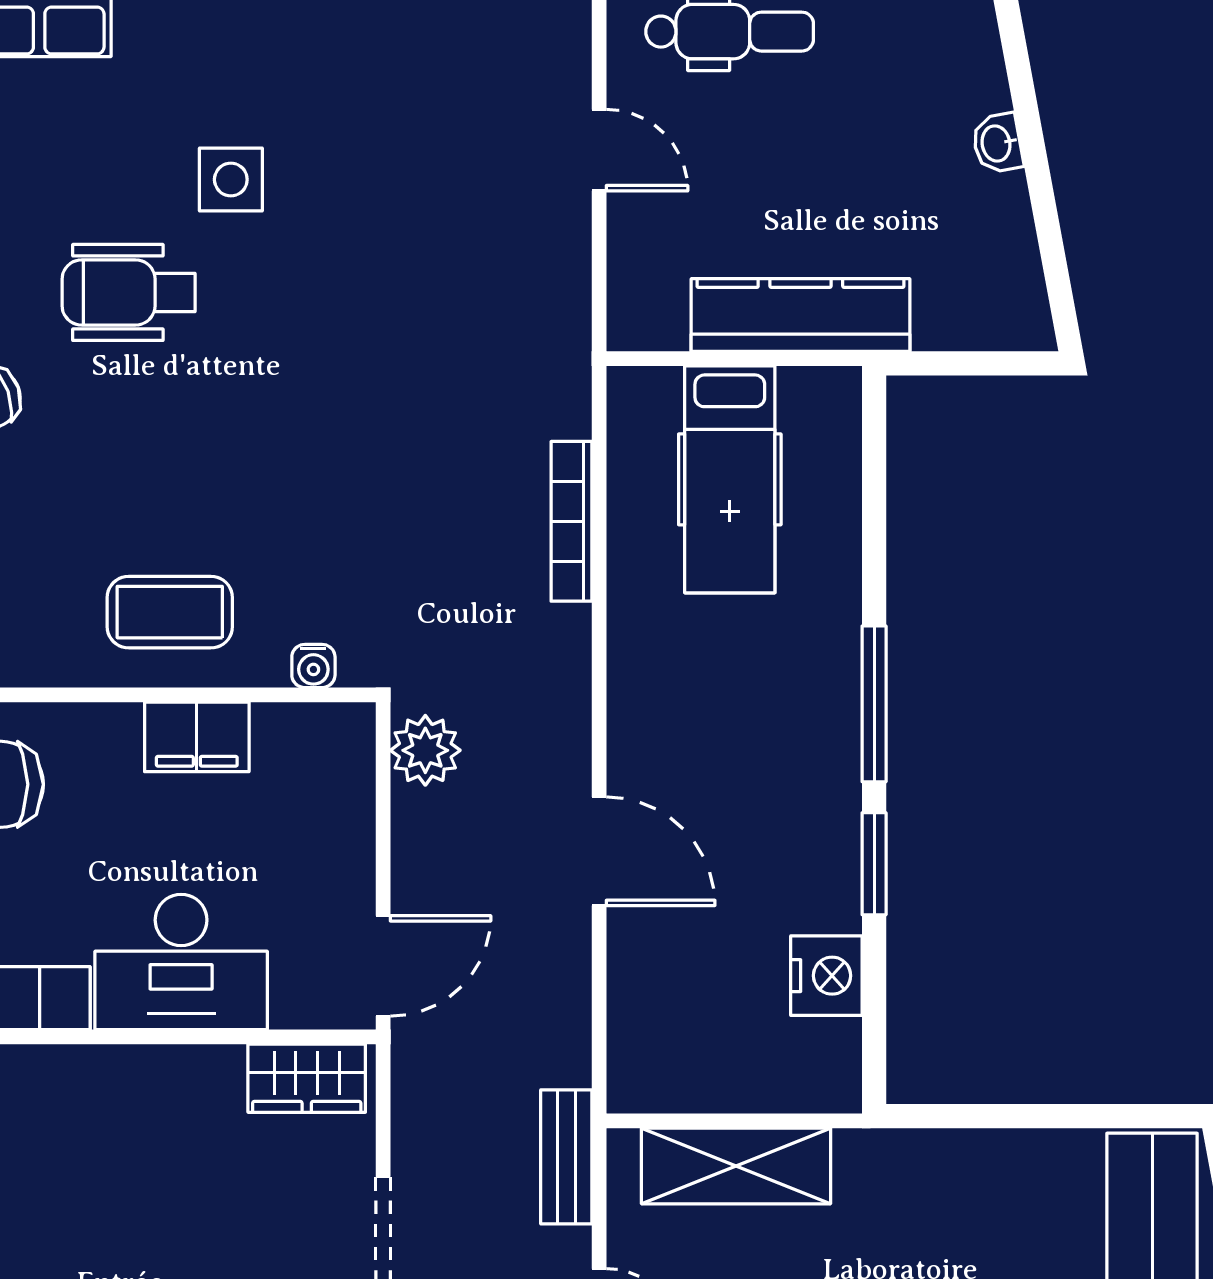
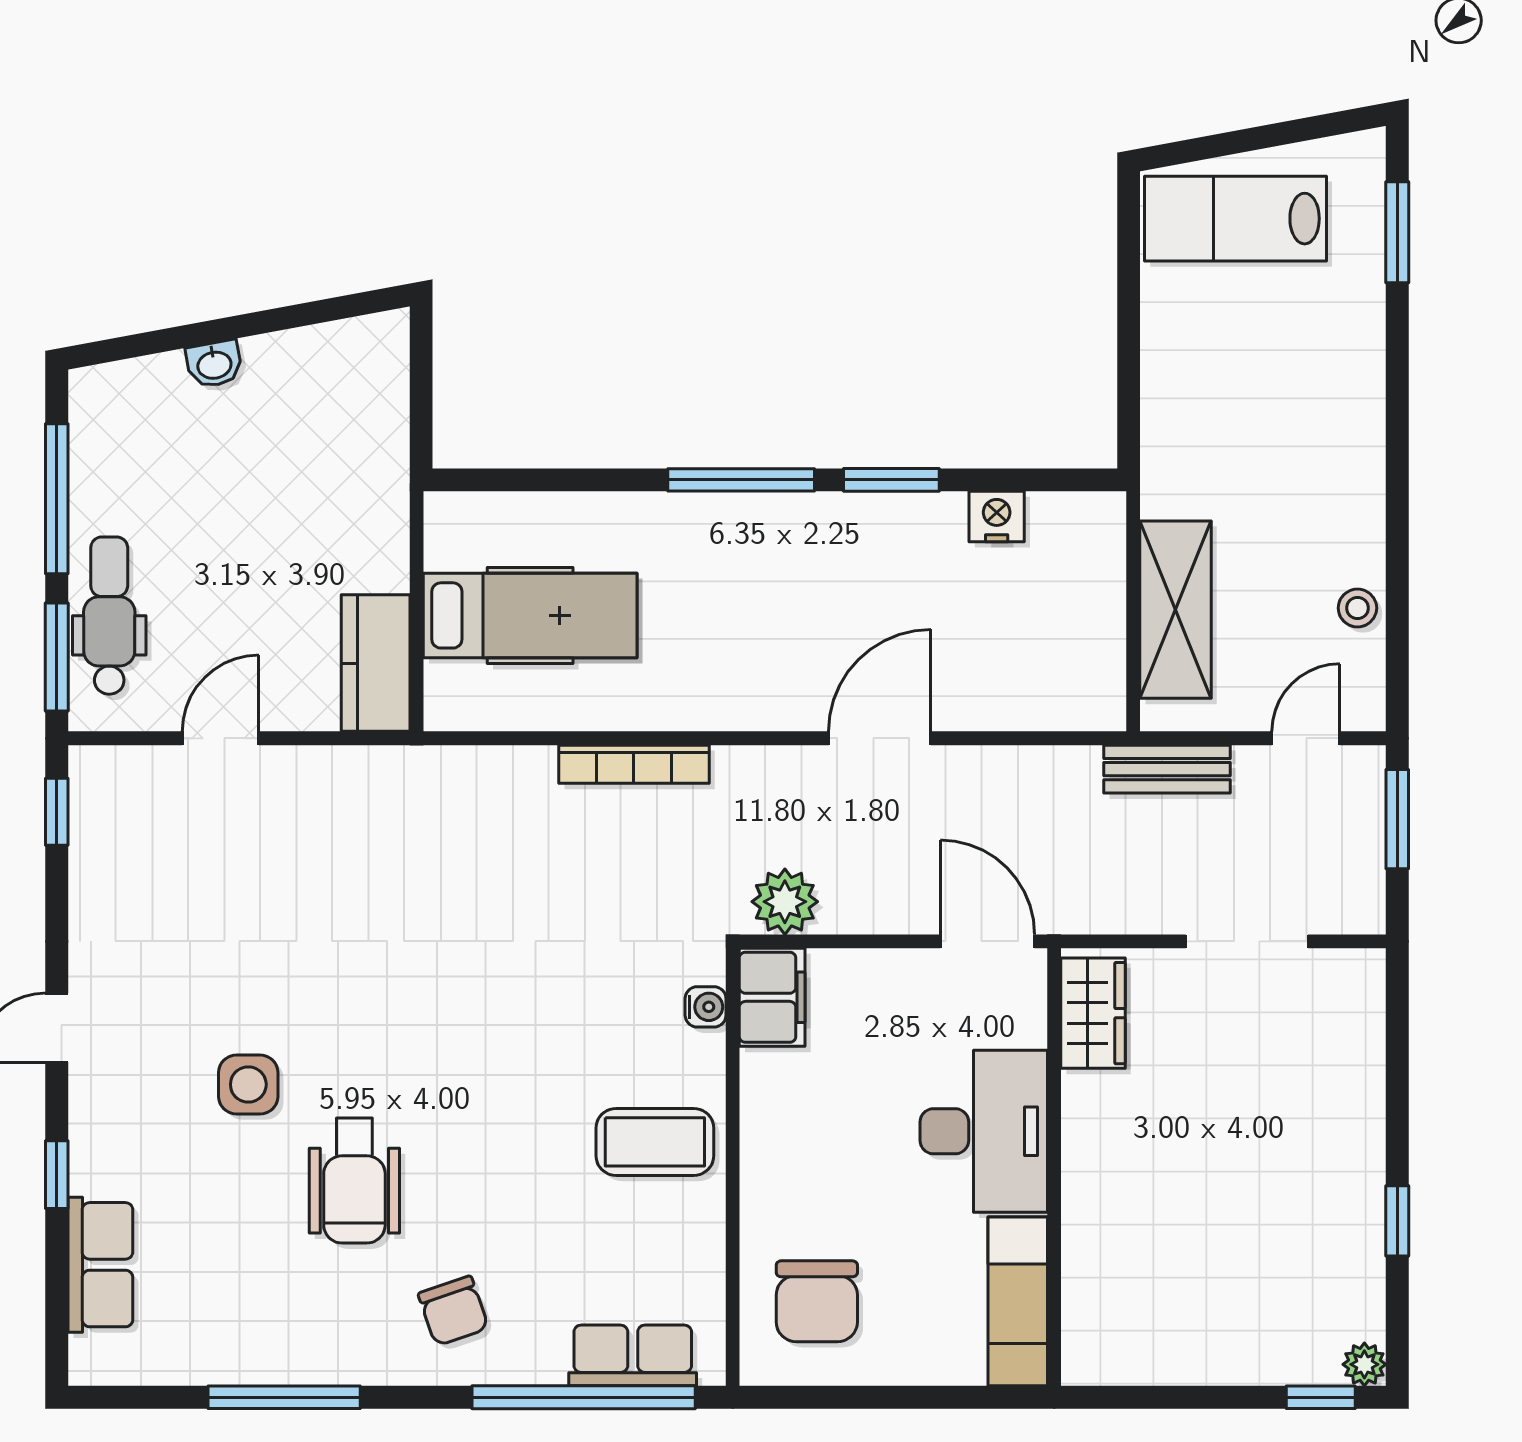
kitchen counter: (800, 315) -> (376, 663), moved, width x0.67
bookcase: (571, 521) -> (634, 764), moved
coffee table: (170, 612) -> (655, 1142), turned 90
filing cabinet: (197, 737) -> (772, 997), moved
nightstand: (826, 976) -> (997, 516), width x0.74, depth x0.75

